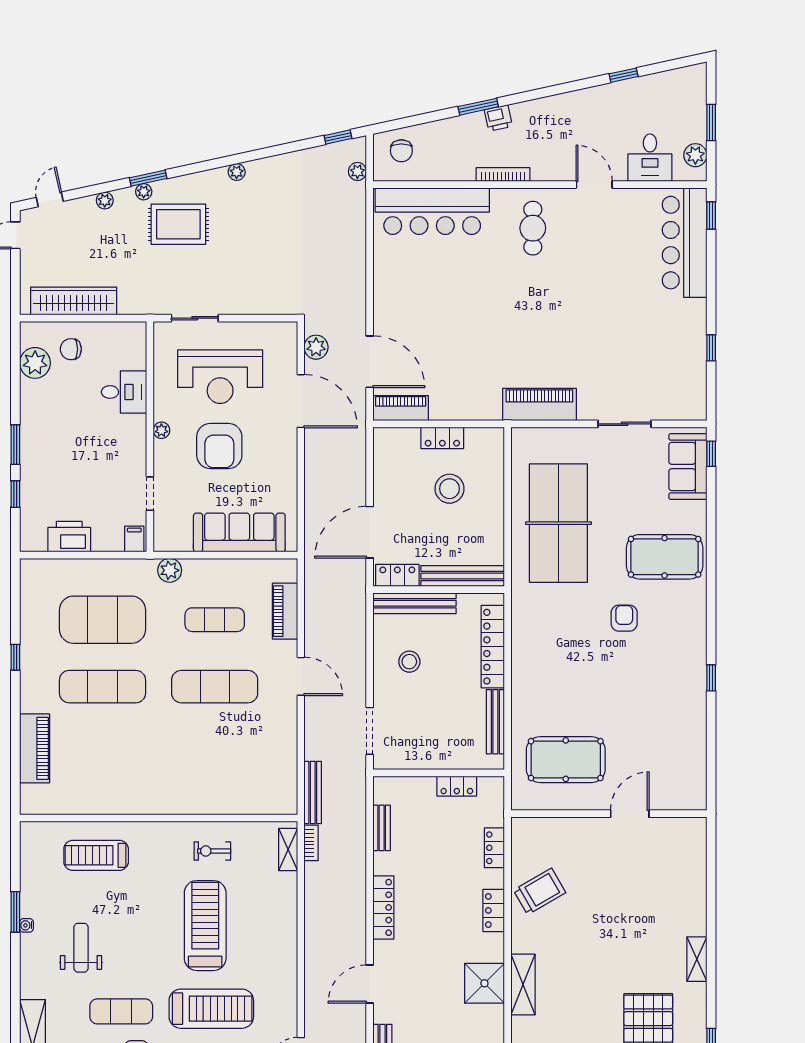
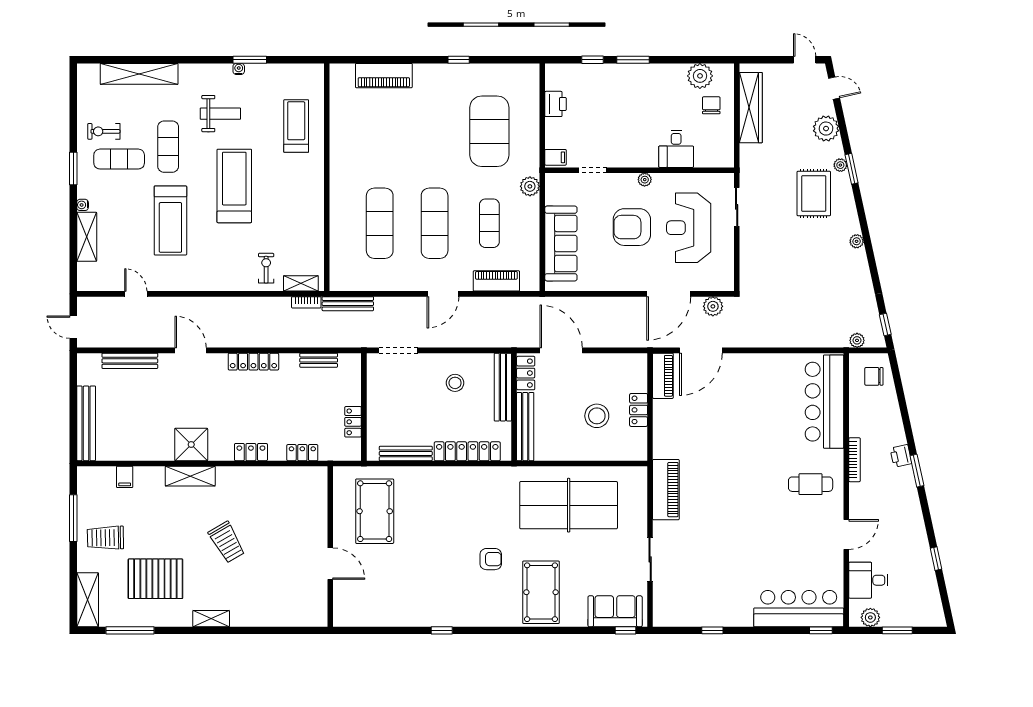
window: (478, 107) -> (917, 471), moved
plant: (105, 201) -> (826, 129), width x1.88, depth x1.88
printer: (69, 537) -> (555, 104), width x0.73, depth x0.84
exercise mat: (102, 687) -> (380, 223), moved
exercise bike: (212, 851) -> (266, 268), moved
trolley: (540, 891) -> (227, 542), moved
treadmill: (205, 926) -> (234, 186), moved, turned -90

